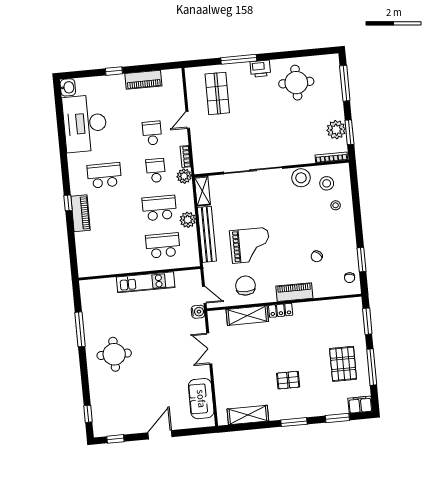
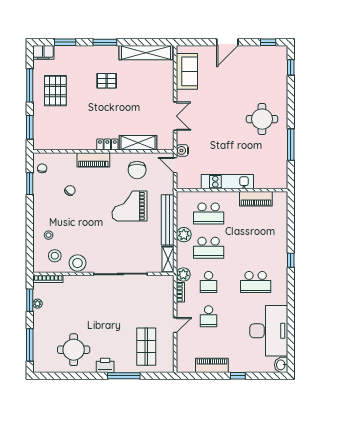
plant: (336, 130) -> (37, 304), width x0.53, depth x0.53
piano: (81, 213) -> (256, 199), moved, turned -90
shelving: (248, 415) -> (146, 53), width x1.47

